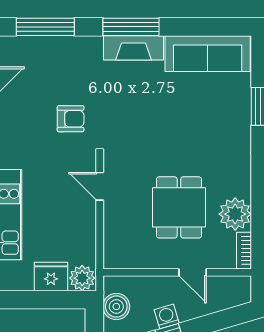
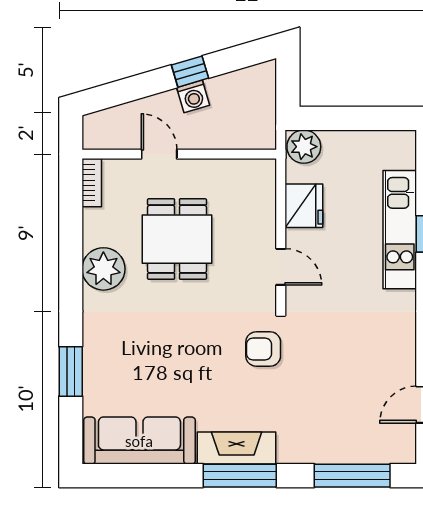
armchair: (71, 119) -> (263, 349), moved
plant: (235, 214) -> (103, 269), moved
fridge: (51, 277) -> (304, 206), moved, turned -90
boiler: (116, 307) -> (259, 109), removed

